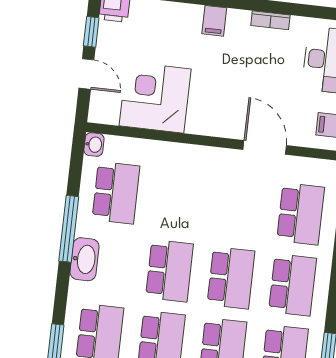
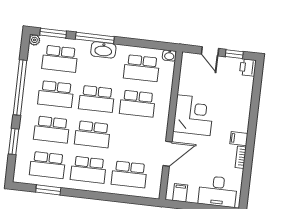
filing cabinet: (214, 21) -> (239, 139), moved
door: (86, 74) -> (210, 51), hinge flipped
corner desk: (155, 97) -> (194, 115), moved
school desk: (178, 200) -> (137, 104), added
window: (69, 229) -> (95, 38), moved

